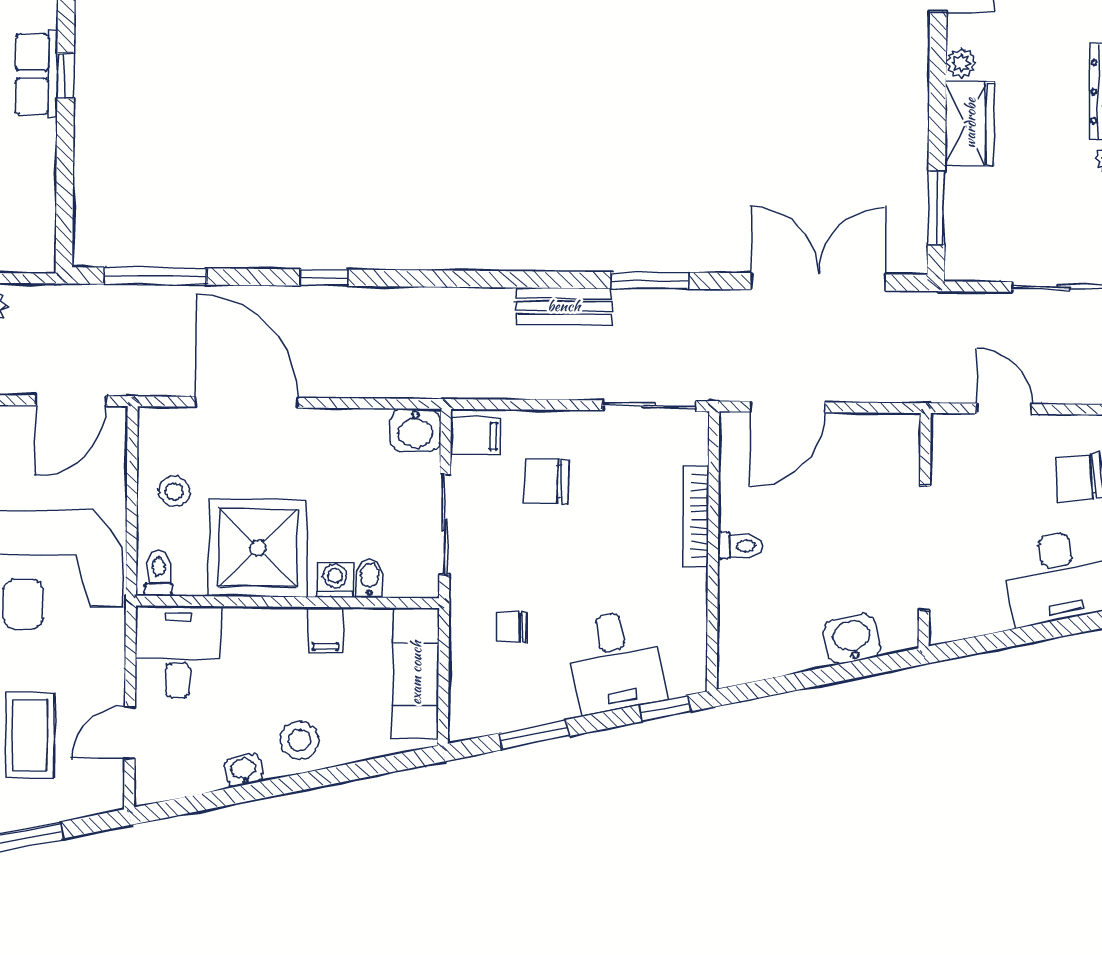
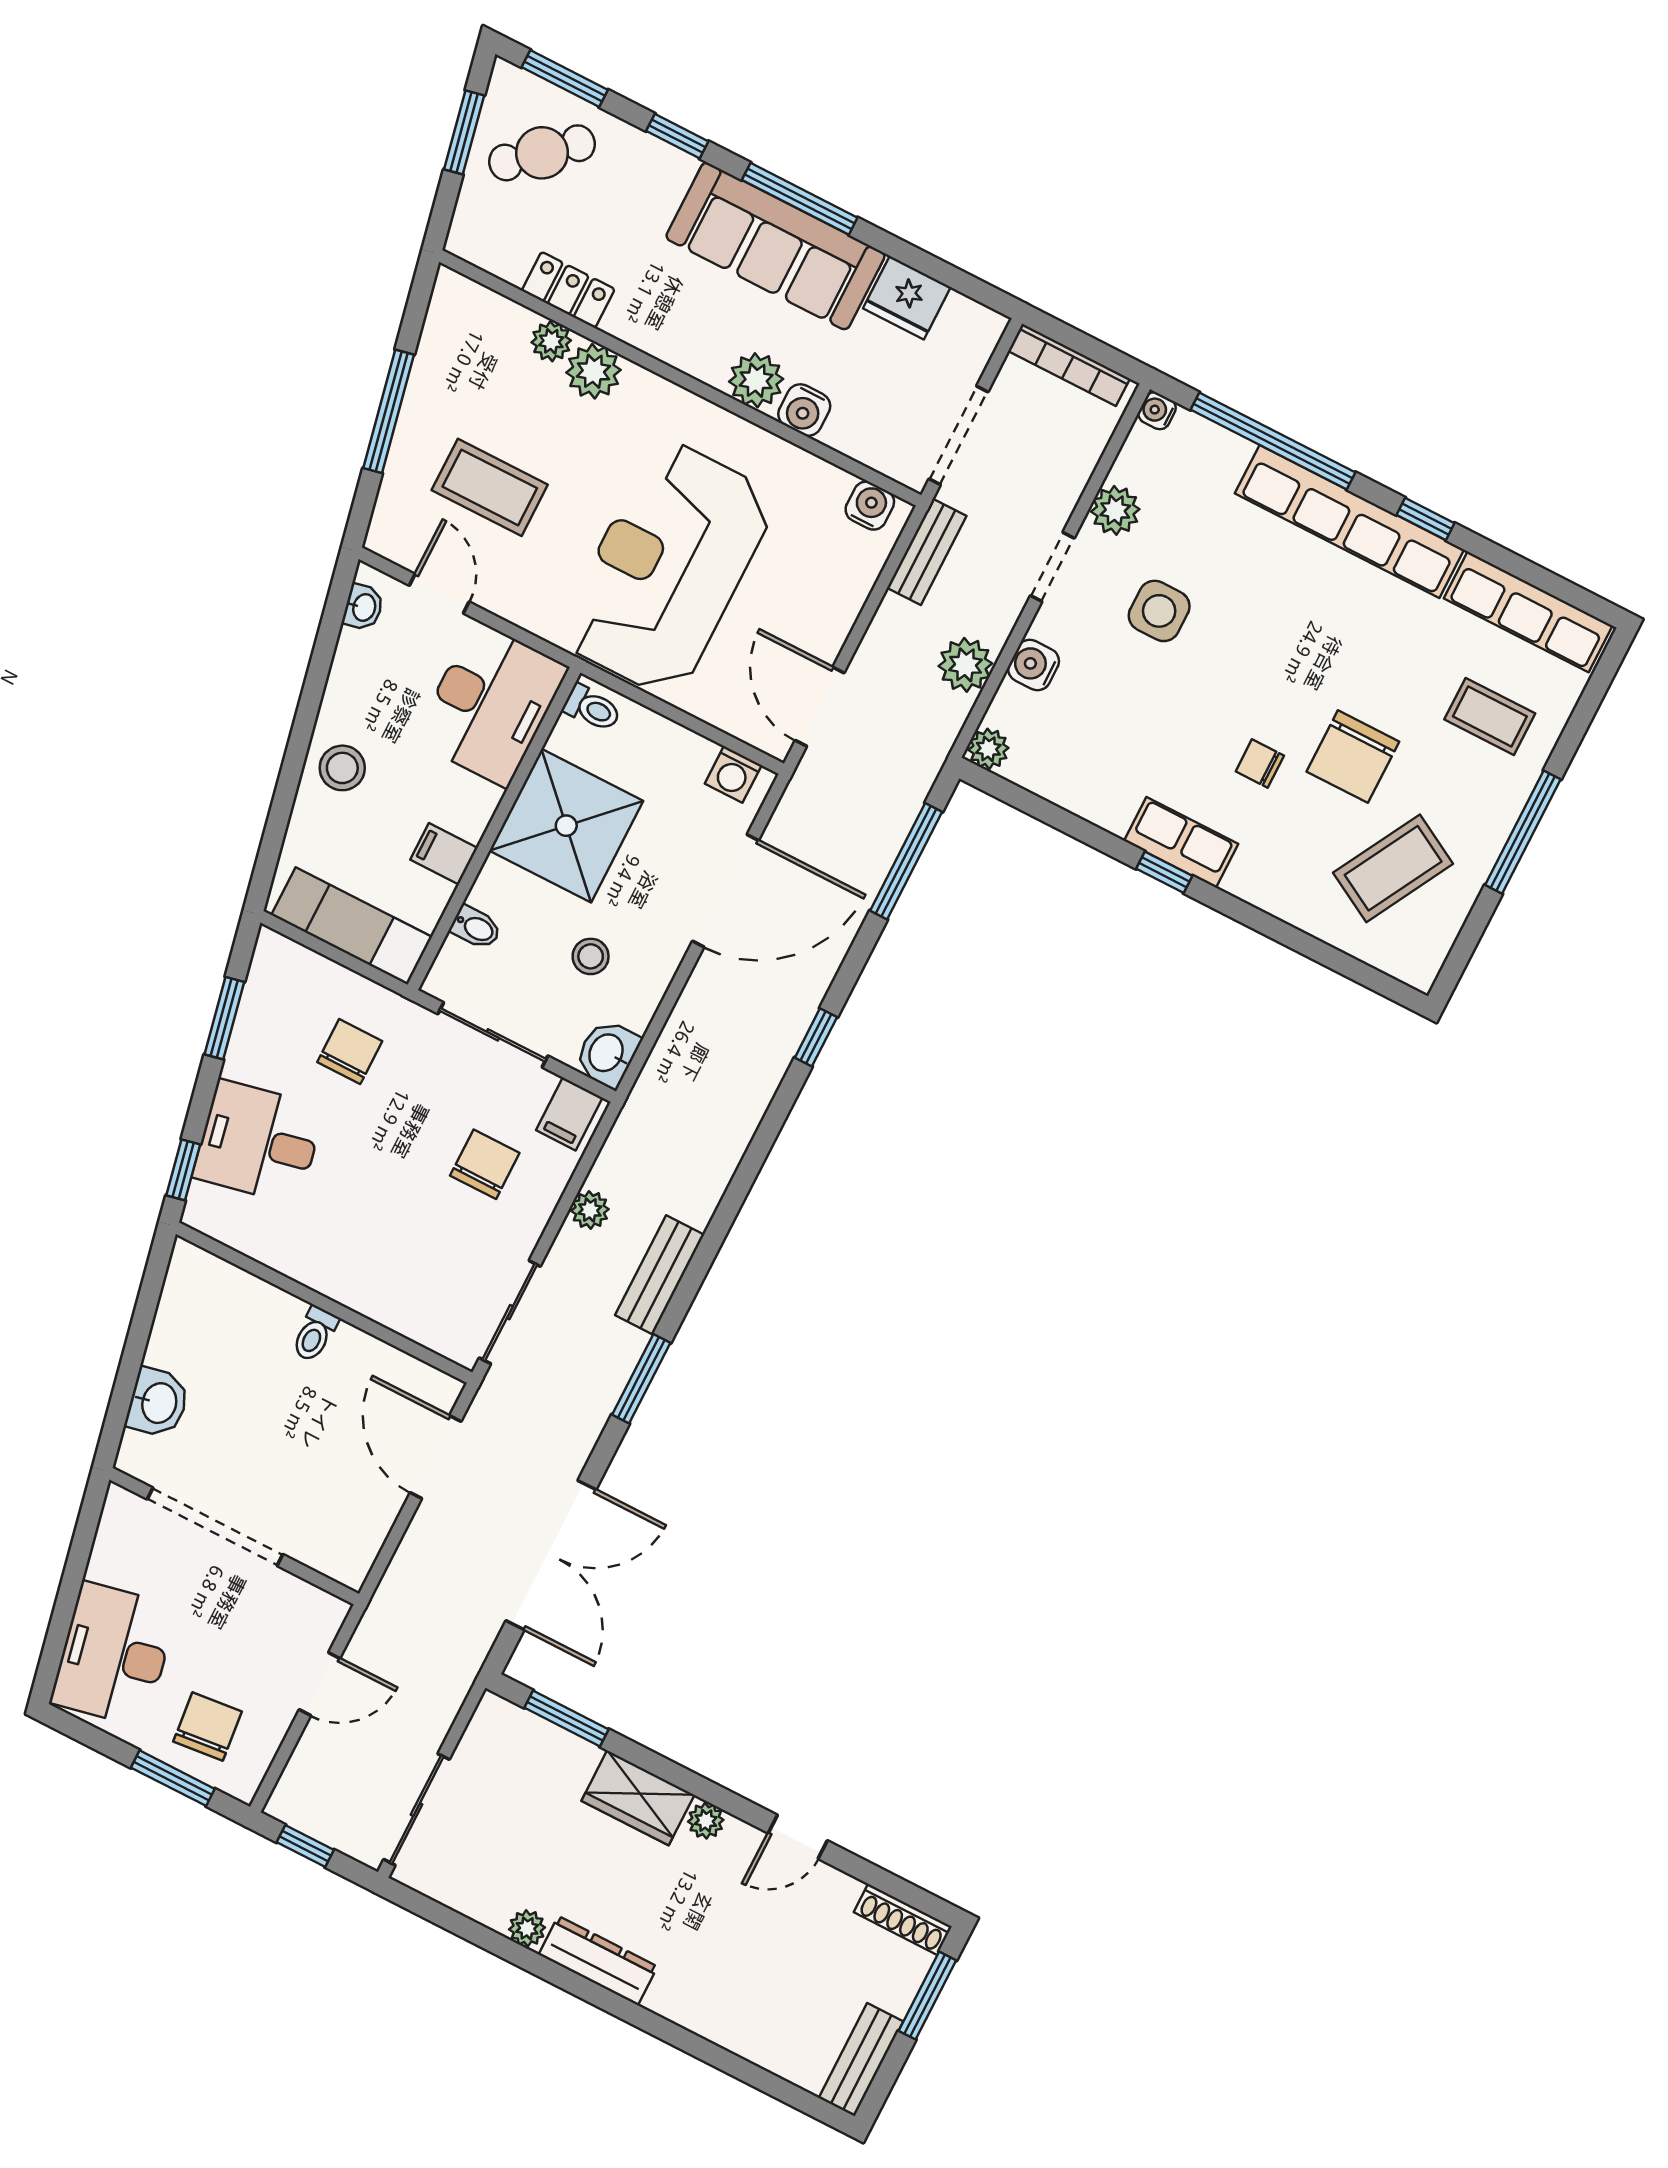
plant: (39, 256) -> (988, 749), added
plant: (541, 384) -> (590, 1210), added
stool: (174, 491) -> (591, 956), moved
bookcase: (696, 516) -> (369, 1303), removed
washing machine: (335, 579) -> (733, 774), moved, turned 90
chair: (512, 627) -> (350, 1052), width x1.37, depth x1.37
desk: (178, 652) -> (491, 704), width x1.37
washbasin: (243, 770) -> (363, 607), moved

